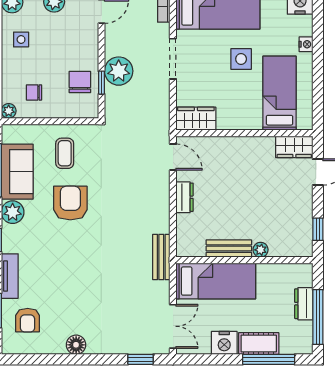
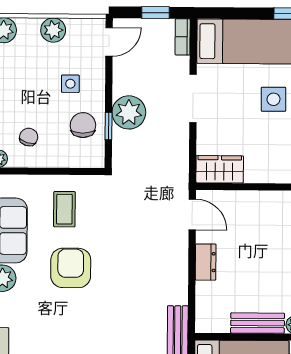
side table: (21, 39) -> (70, 84), moved
chair: (34, 92) -> (29, 137), turned 107

